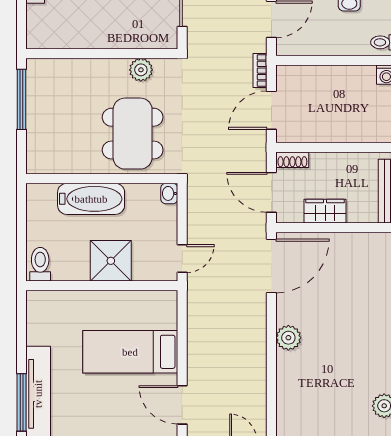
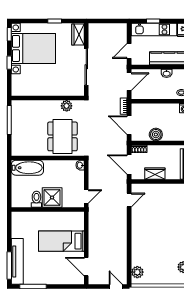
door: (271, 110) -> (129, 125), hinge flipped
boiler: (327, 130) -> (156, 135), added
bathtub: (91, 199) -> (27, 168), moved
toilet: (40, 264) -> (36, 199), moved
door: (271, 266) -> (129, 200), width x0.53
plant: (288, 338) -> (137, 272), moved

